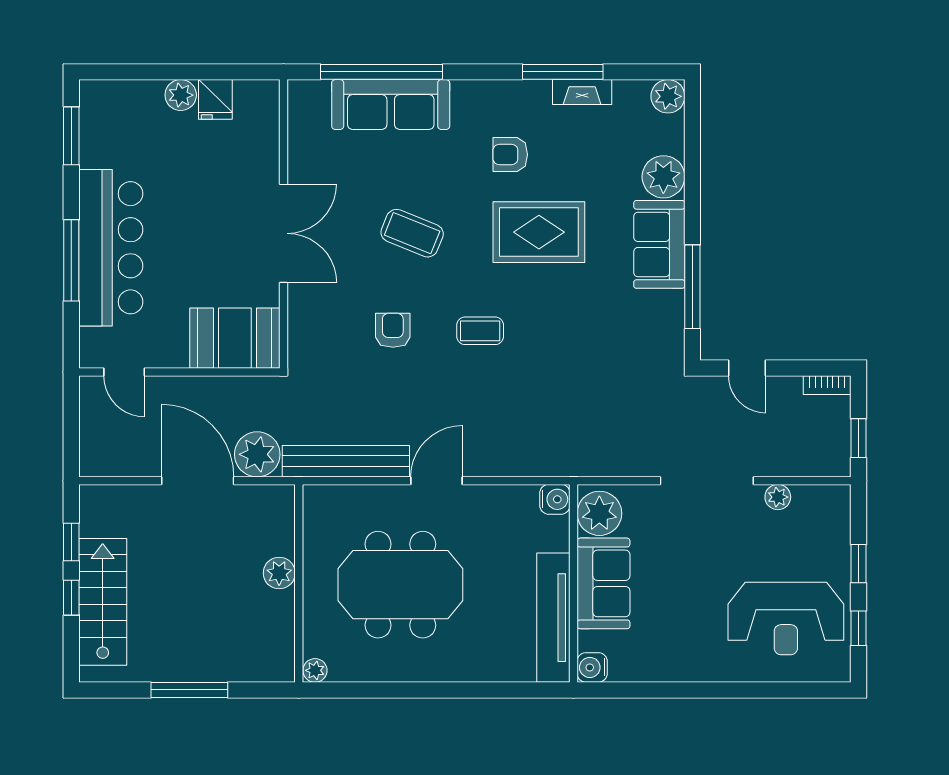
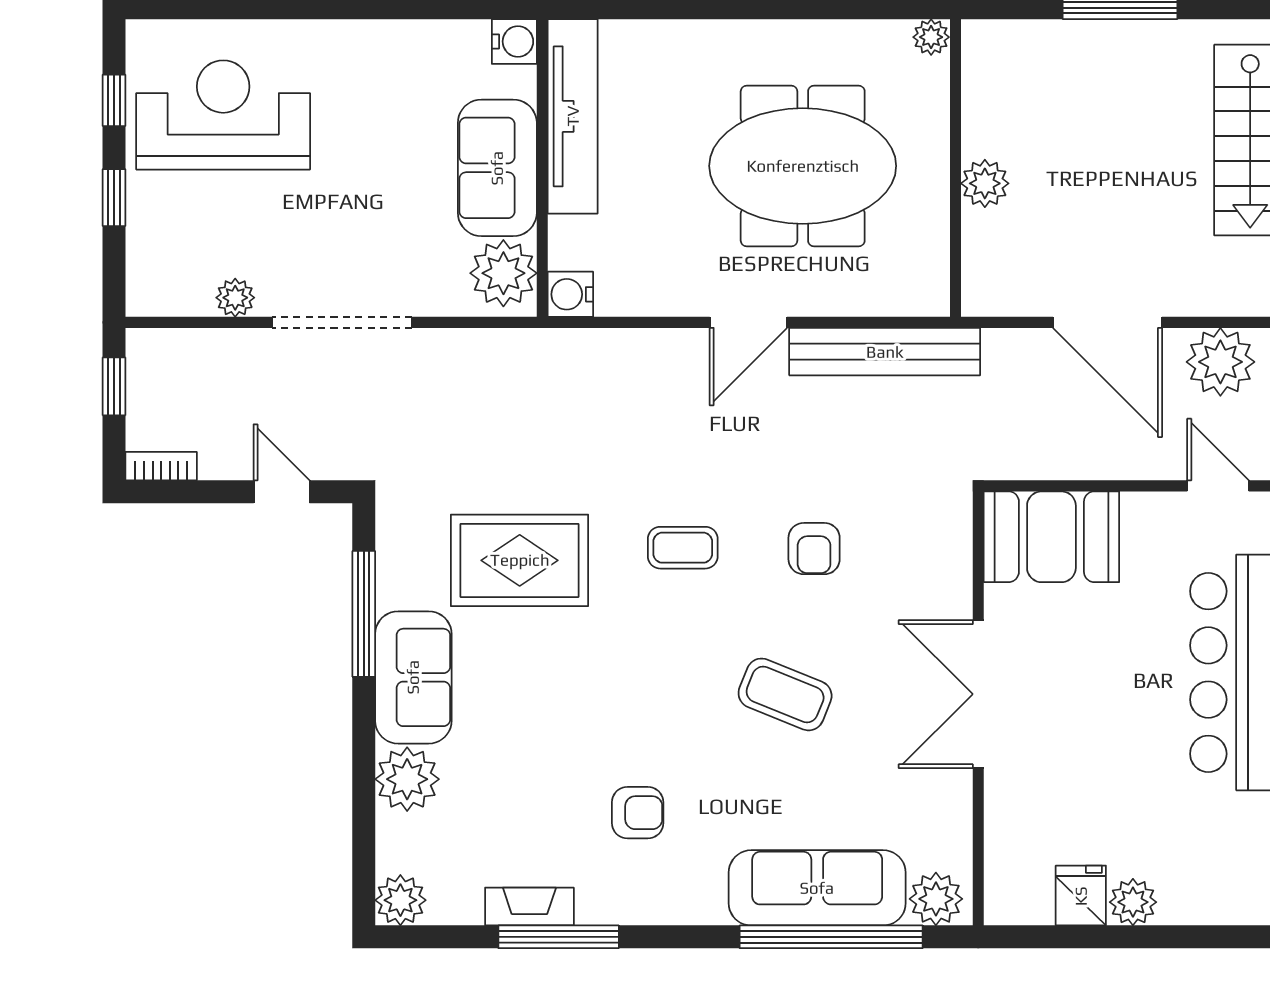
plant: (312, 97) -> (936, 899), added
rug: (539, 232) -> (520, 560), moved
plant: (257, 454) -> (1220, 362), moved

